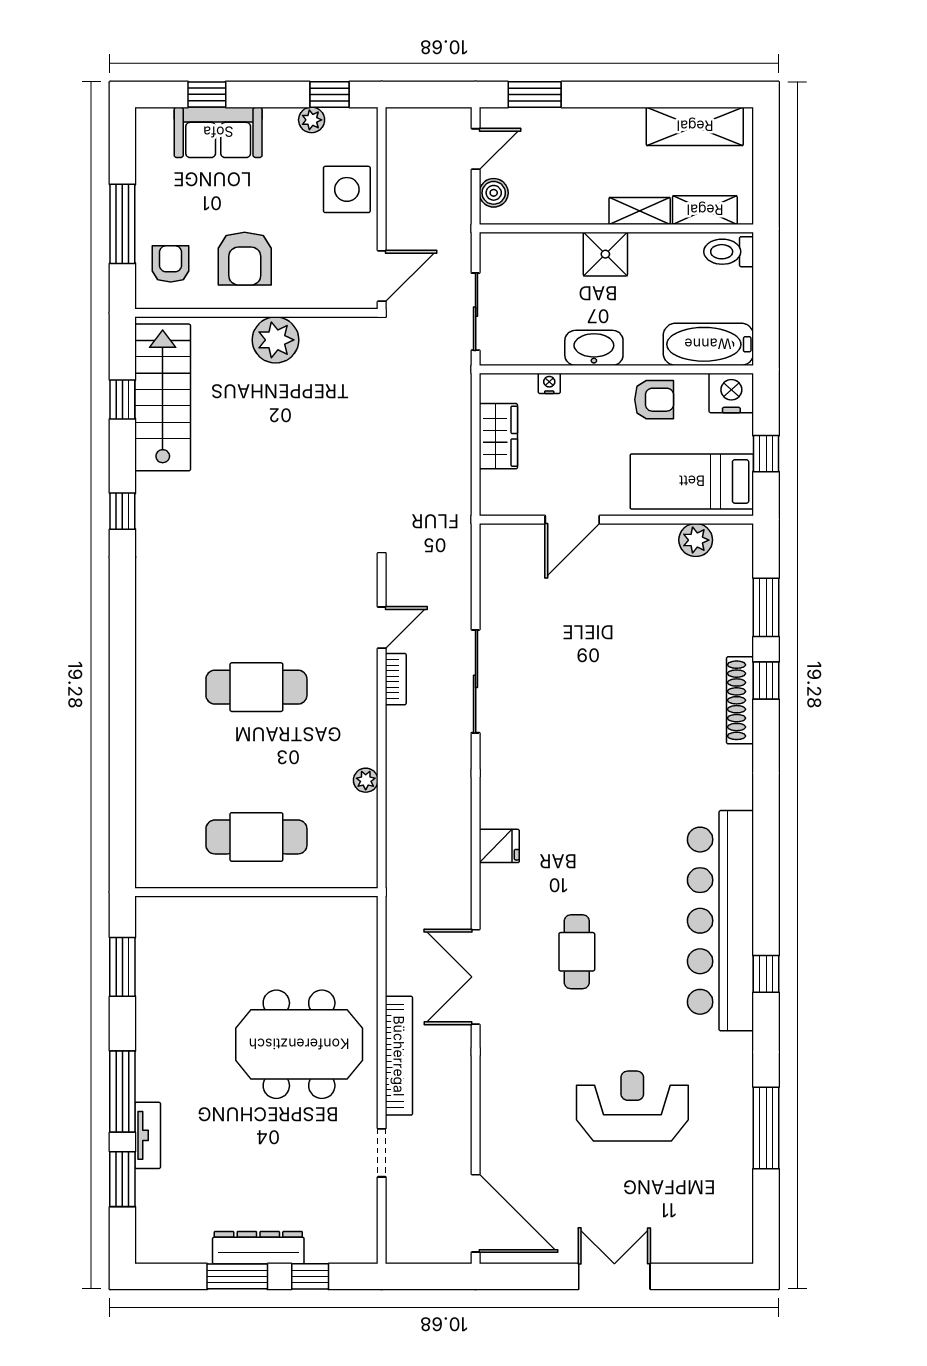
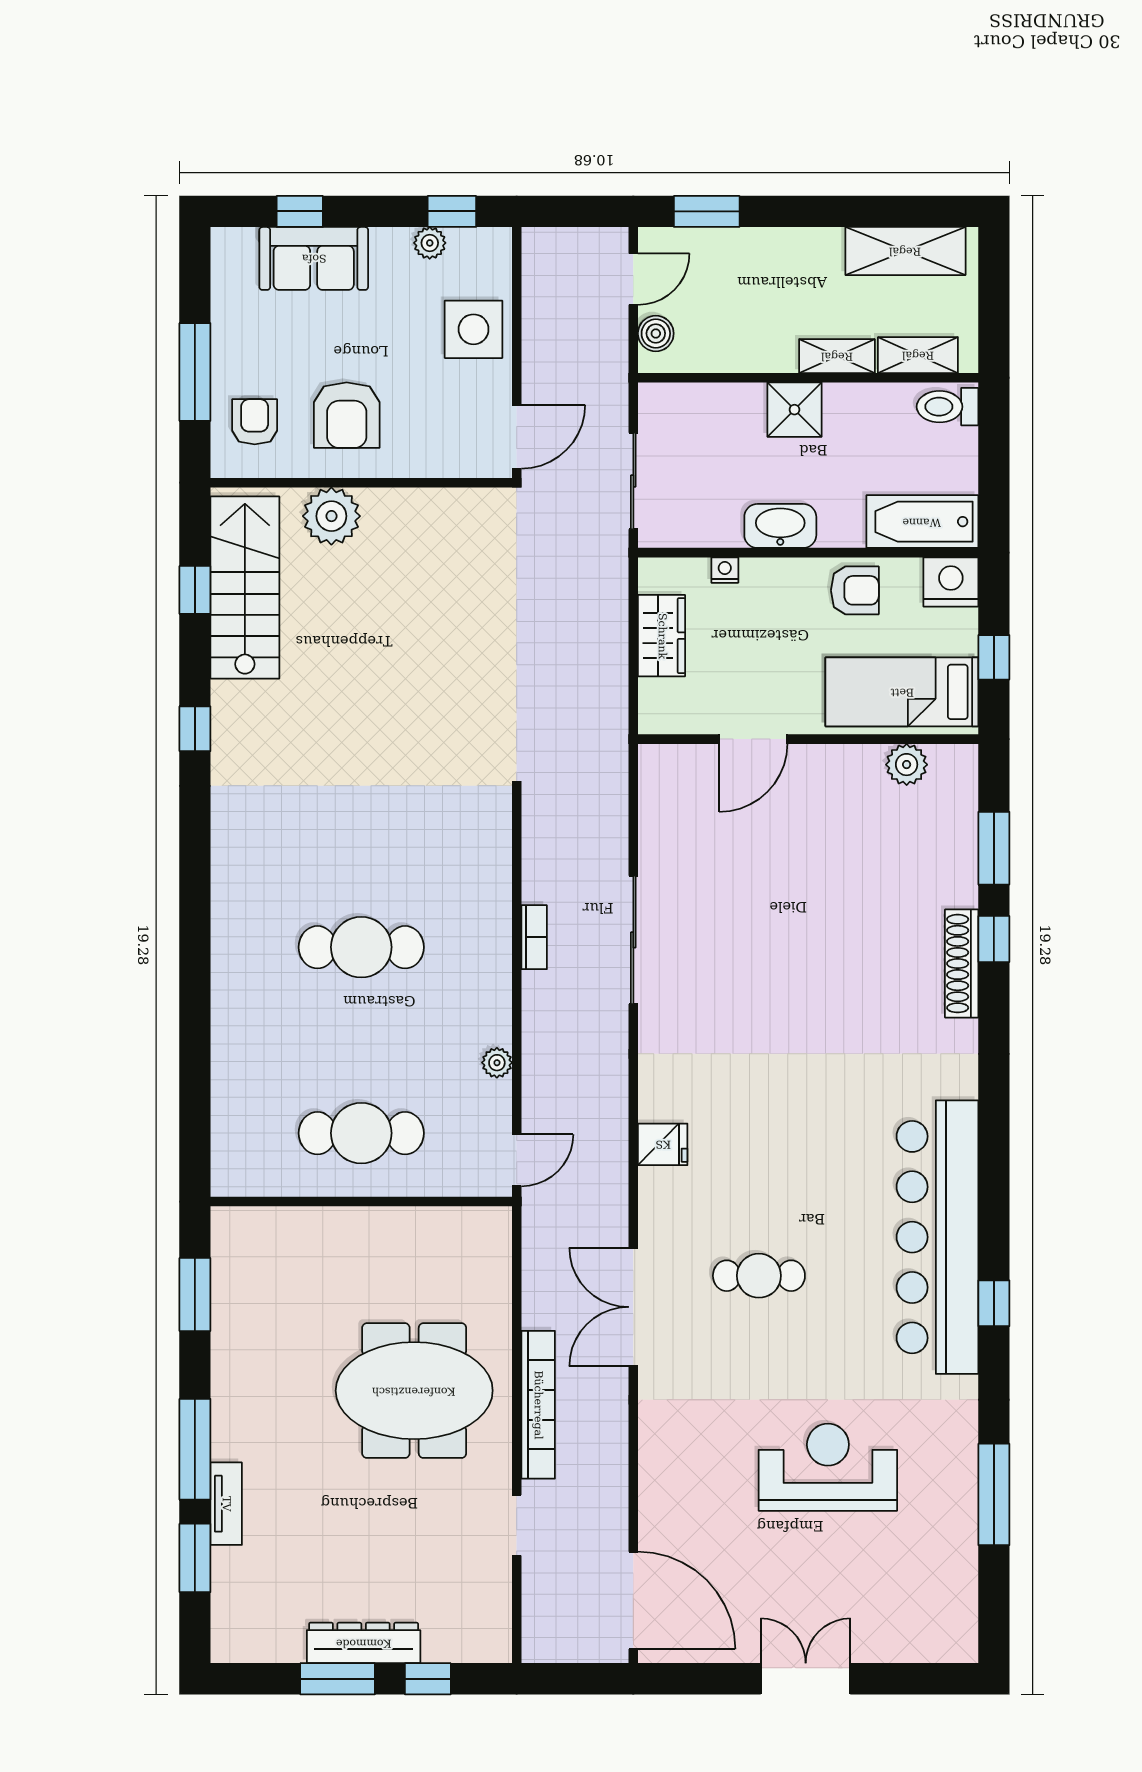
plant: (276, 340) -> (331, 516), moved
door: (382, 628) -> (517, 1160), moved
cafe table: (577, 952) -> (759, 1276), turned 90

